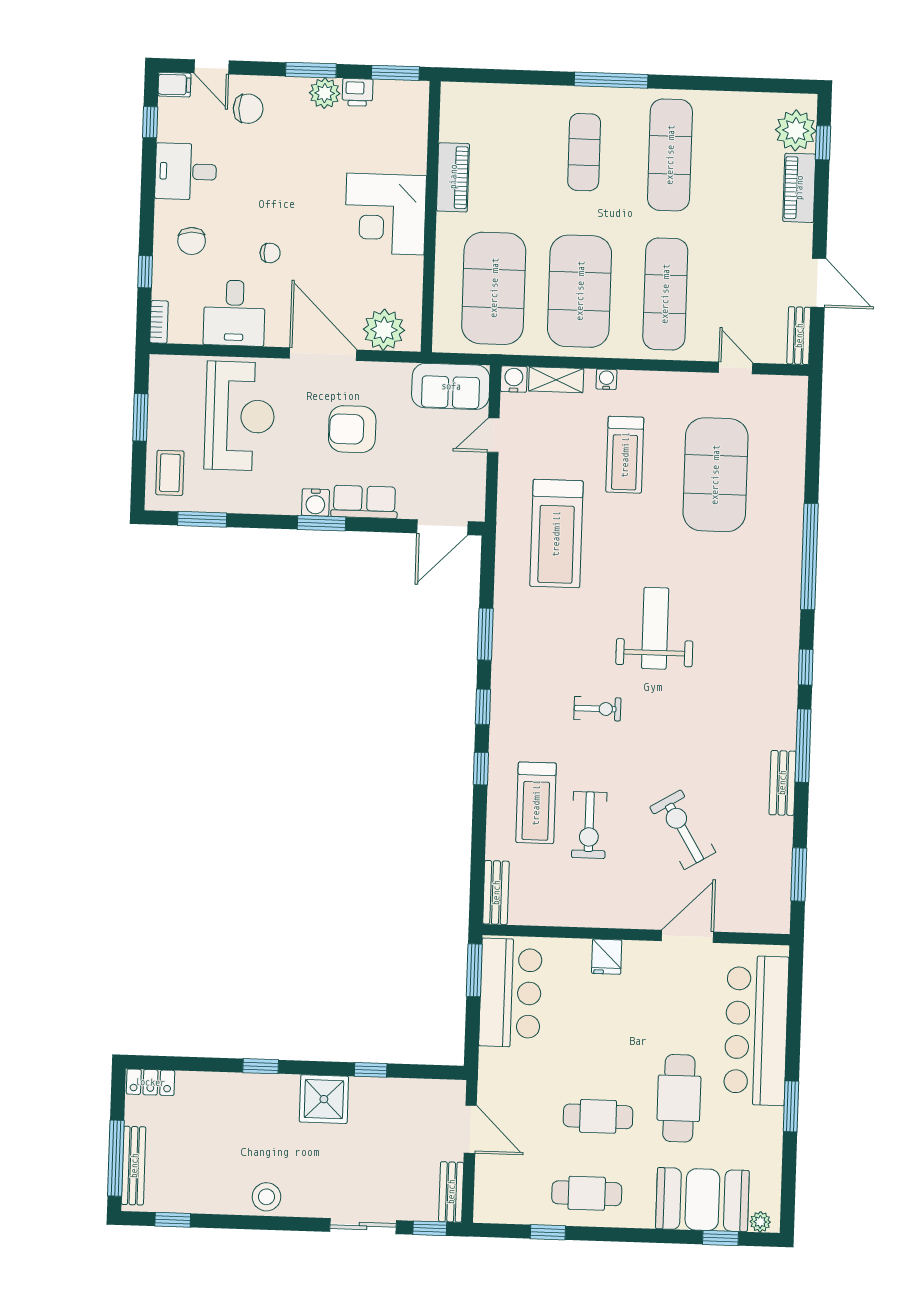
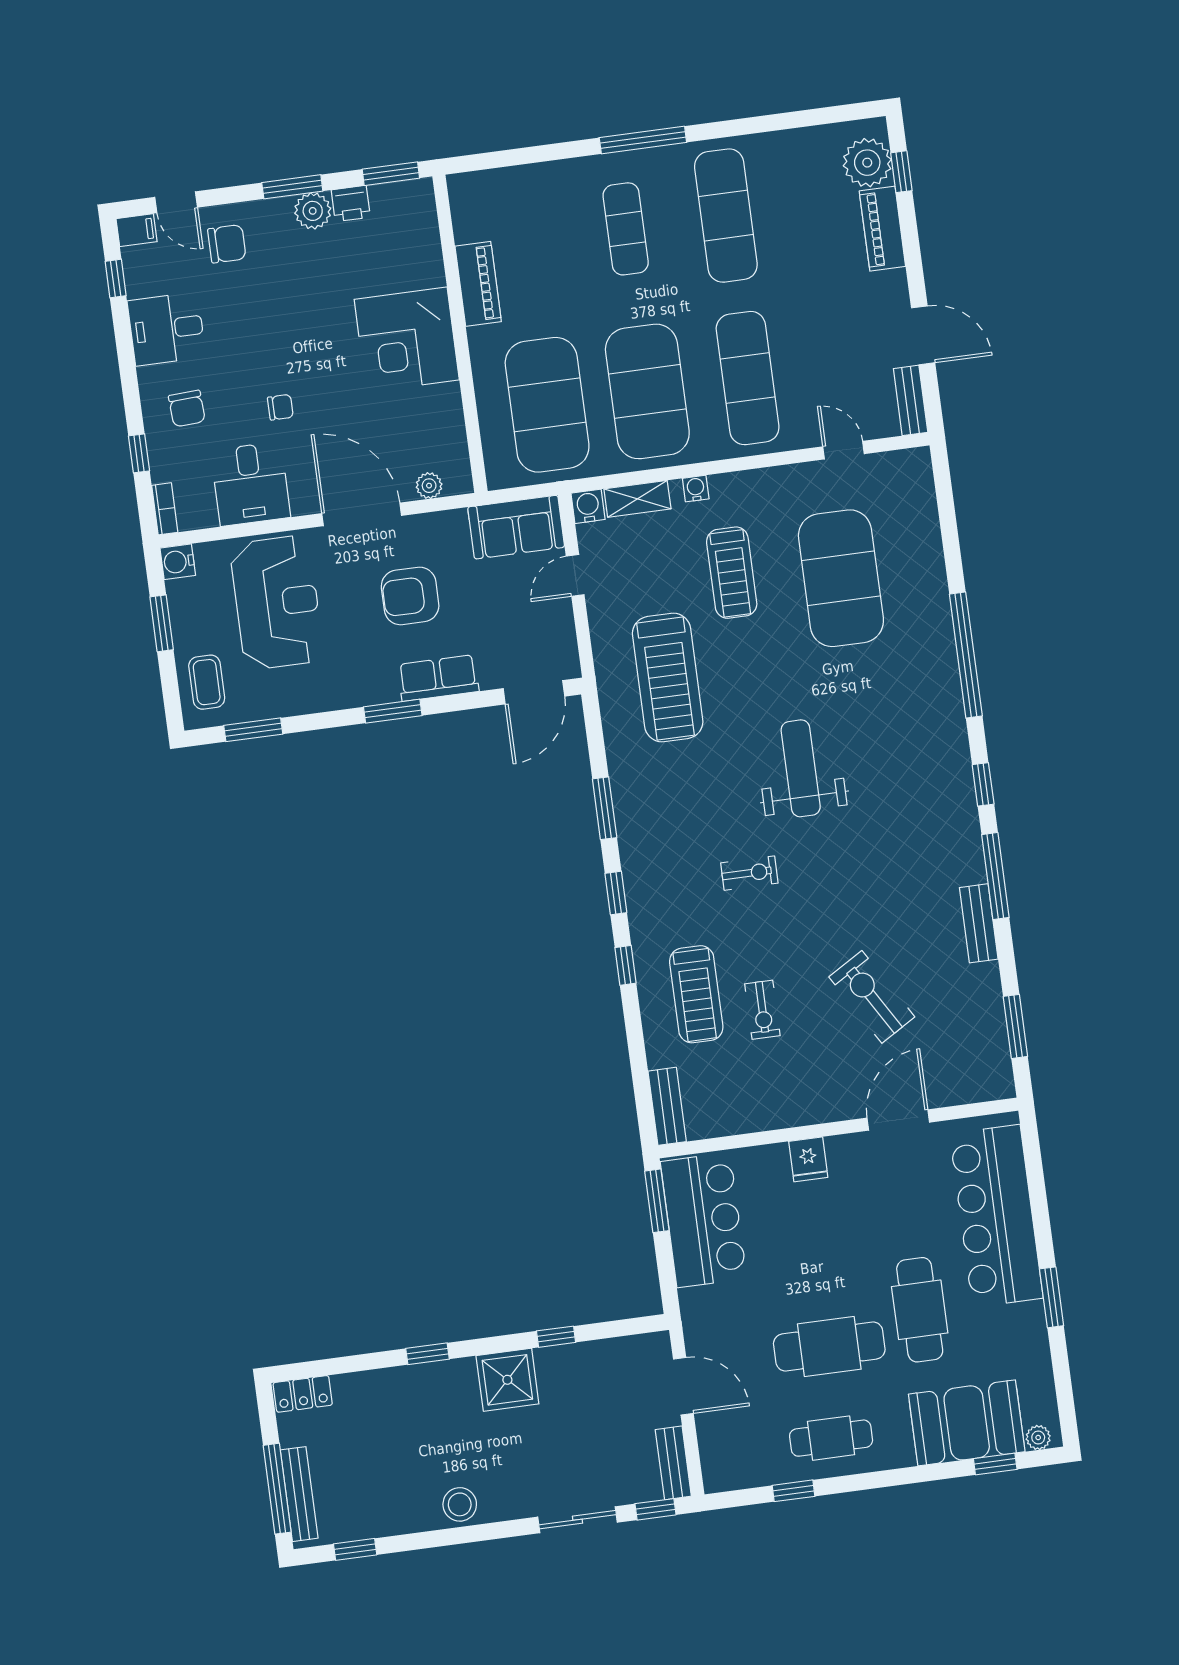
plant: (384, 330) -> (429, 486), width x0.53, depth x0.53
water cooler: (315, 503) -> (178, 562), moved, turned 90
exercise bike: (589, 825) -> (762, 1010), width x0.73, depth x0.72
cafe table: (598, 1116) -> (829, 1347), width x1.37, depth x1.35

